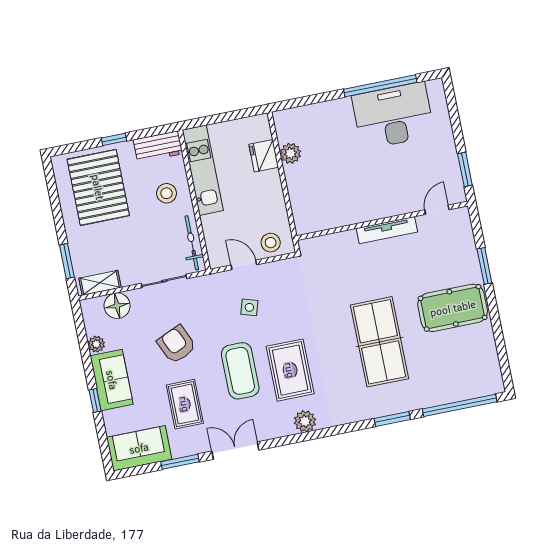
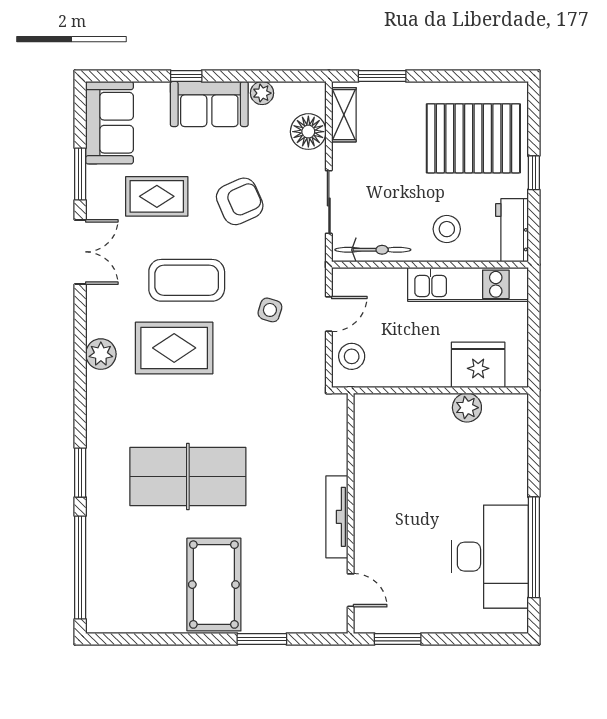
fridge: (264, 156) -> (478, 365), width x1.36, depth x1.34

